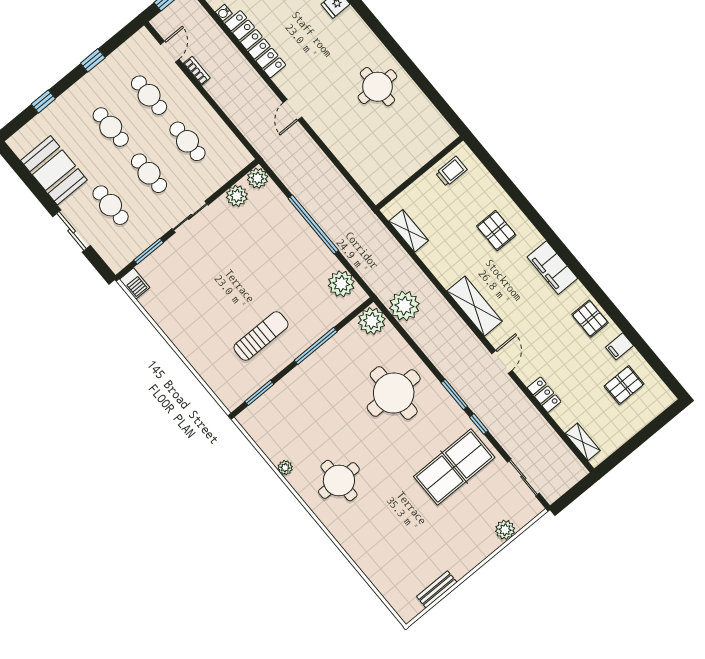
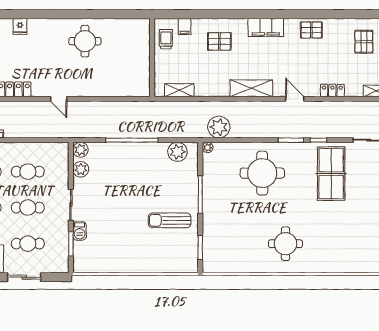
barbecue: (135, 284) -> (80, 231), moved, turned 90
plant: (372, 321) -> (208, 147), width x0.53, depth x0.53
sun lounger: (261, 336) -> (170, 220), turned -90
filing cabinet: (619, 346) -> (185, 26), moved
plant: (285, 468) -> (254, 268), removed

